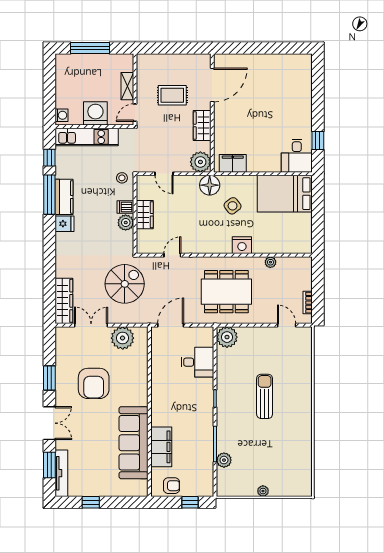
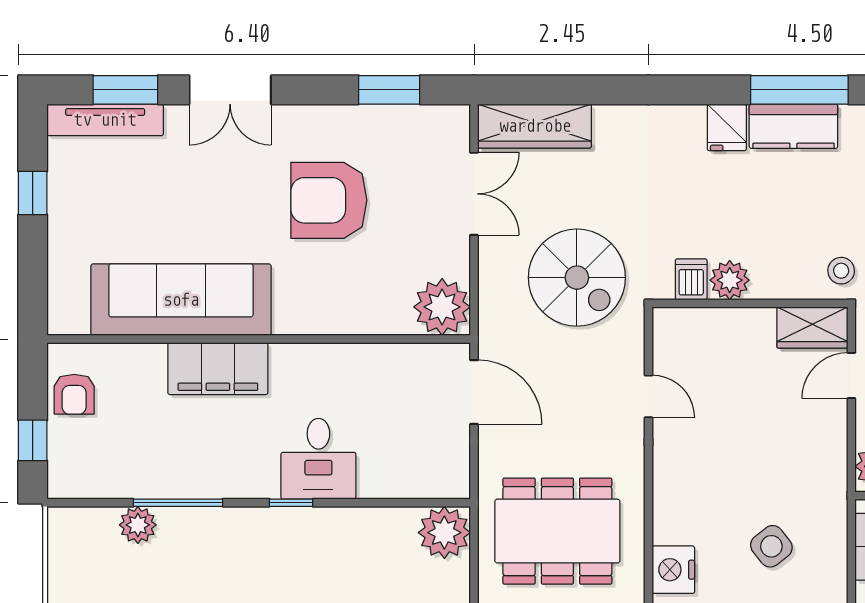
floor lamp: (210, 185) -> (823, 489), removed
dishwasher: (125, 207) -> (691, 279), moved
wardrobe: (145, 215) -> (812, 328), moved
dining table: (226, 292) -> (557, 531), turned 90
plant: (123, 338) -> (442, 307), moved
desk: (197, 362) -> (318, 459), moved
window: (49, 378) -> (389, 90), moved
filing cabinet: (161, 447) -> (218, 369), moved

